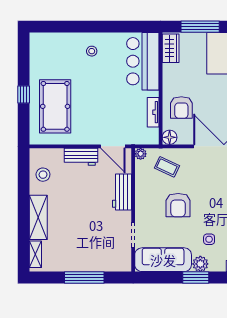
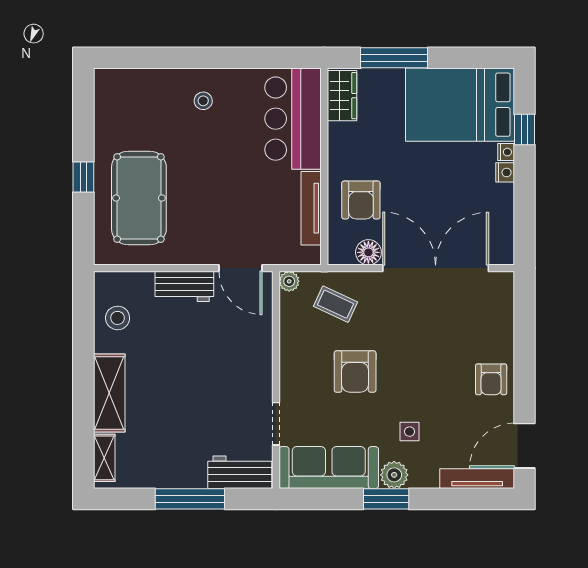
tv unit: (153, 112) -> (311, 208), width x1.41
floor lamp: (170, 137) -> (368, 252), moved
workbench: (122, 192) -> (240, 472), moved, turned 90

